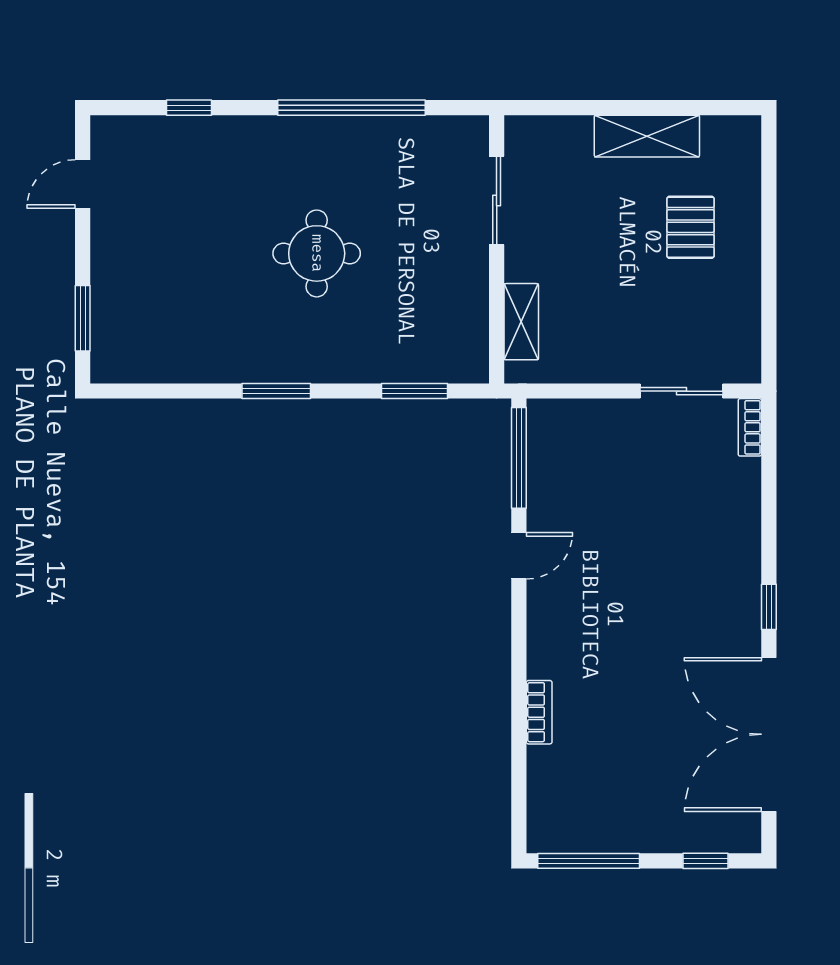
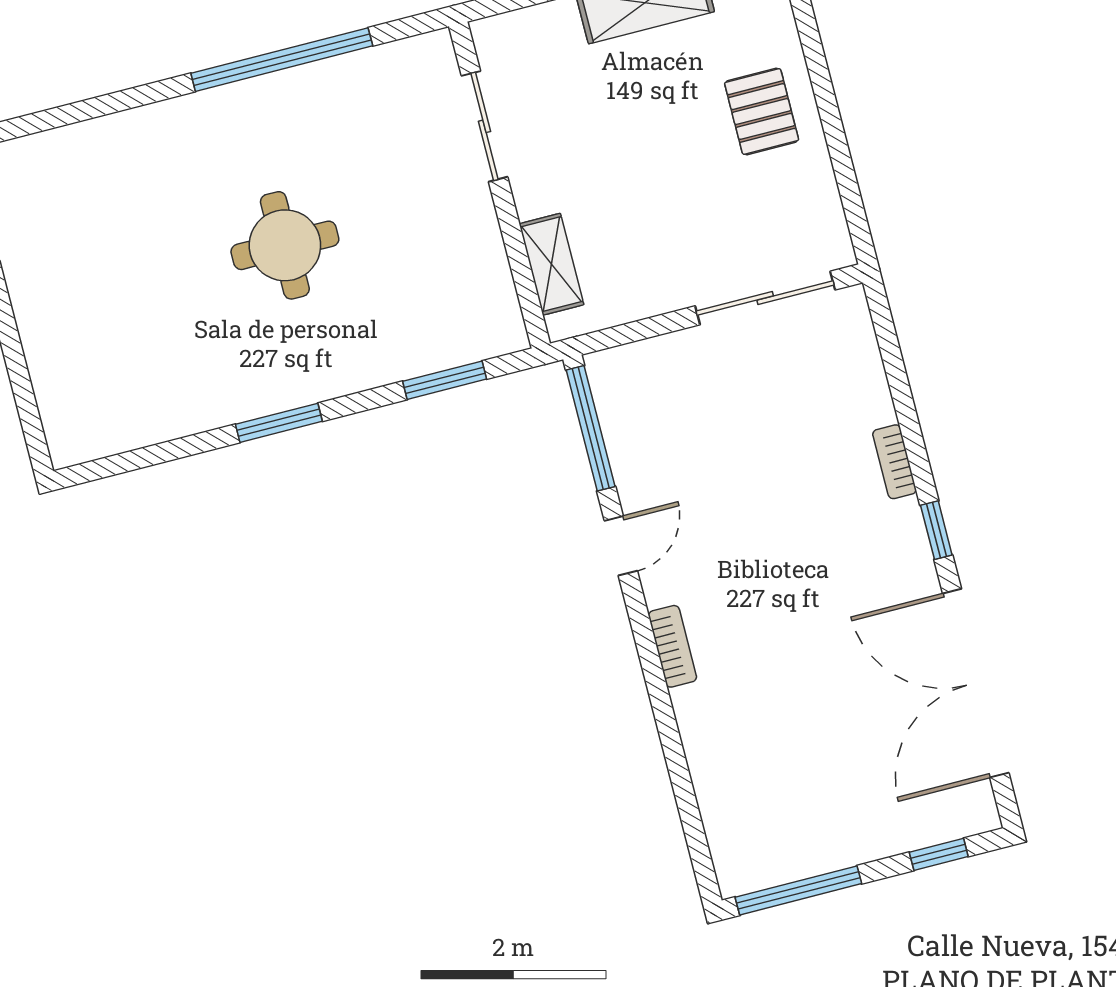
window: (189, 108) -> (87, 110), removed
pallet: (691, 227) -> (762, 112), moved
window: (83, 318) -> (24, 395), removed
sliding door: (682, 391) -> (765, 298), width x1.37
bookcase: (750, 427) -> (895, 462), moved
bookcase: (539, 712) -> (672, 646), moved

